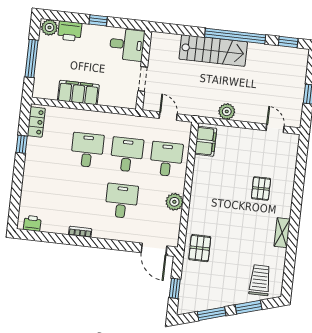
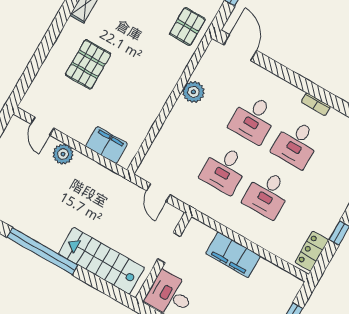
stairs: (213, 51) -> (101, 261), moved
filing cabinet: (78, 93) -> (233, 255), moved
plant: (227, 111) -> (63, 154), moved
filing cabinet: (206, 141) -> (107, 145), moved, turned 90
desk: (166, 159) -> (296, 144), moved
pallet: (261, 188) -> (88, 64), width x1.50, depth x1.42

